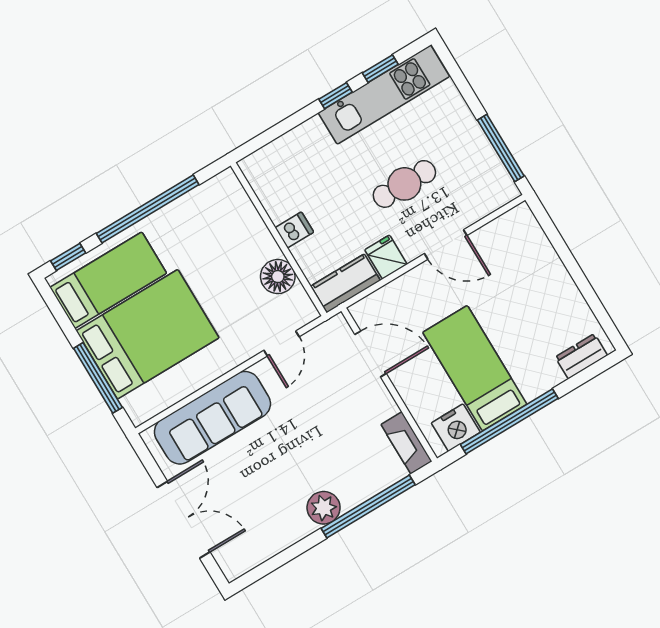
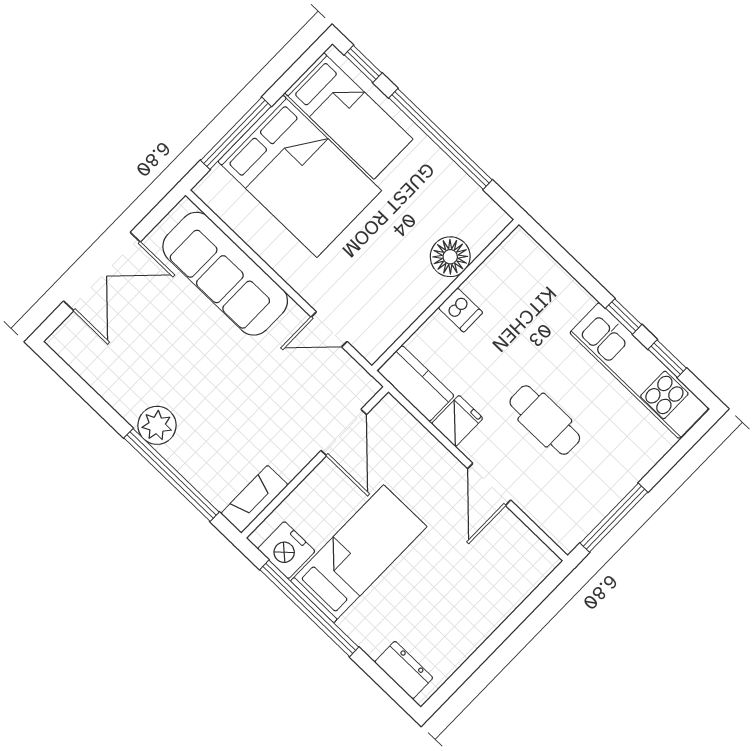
floor lamp: (278, 277) -> (450, 257), moved

